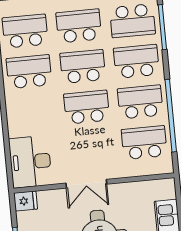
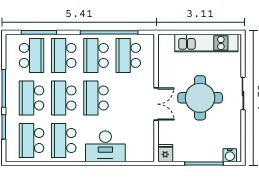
desk: (30, 162) -> (105, 146), moved

